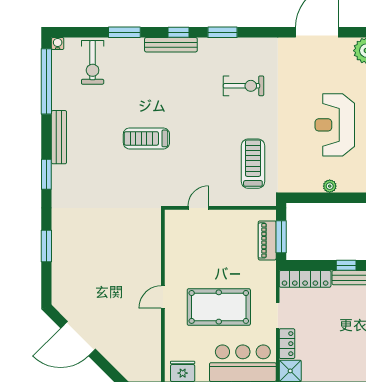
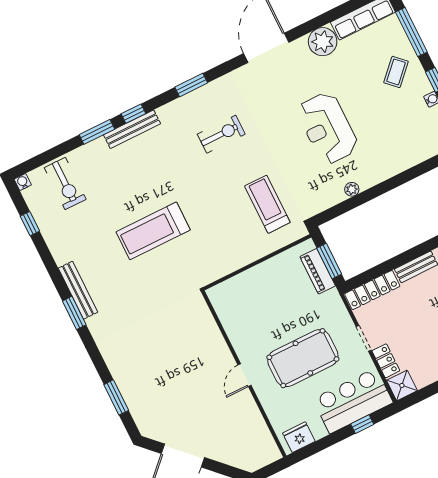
window: (124, 32) -> (97, 132), moved
window: (222, 32) -> (191, 85), moved
window: (46, 81) -> (30, 224), width x0.32
bench: (59, 137) -> (78, 290), moved
treadmill: (146, 138) -> (153, 231), width x1.37, depth x1.38
door: (198, 208) -> (236, 273), removed
window: (46, 246) -> (116, 397), moved
window: (346, 265) -> (405, 257), removed

